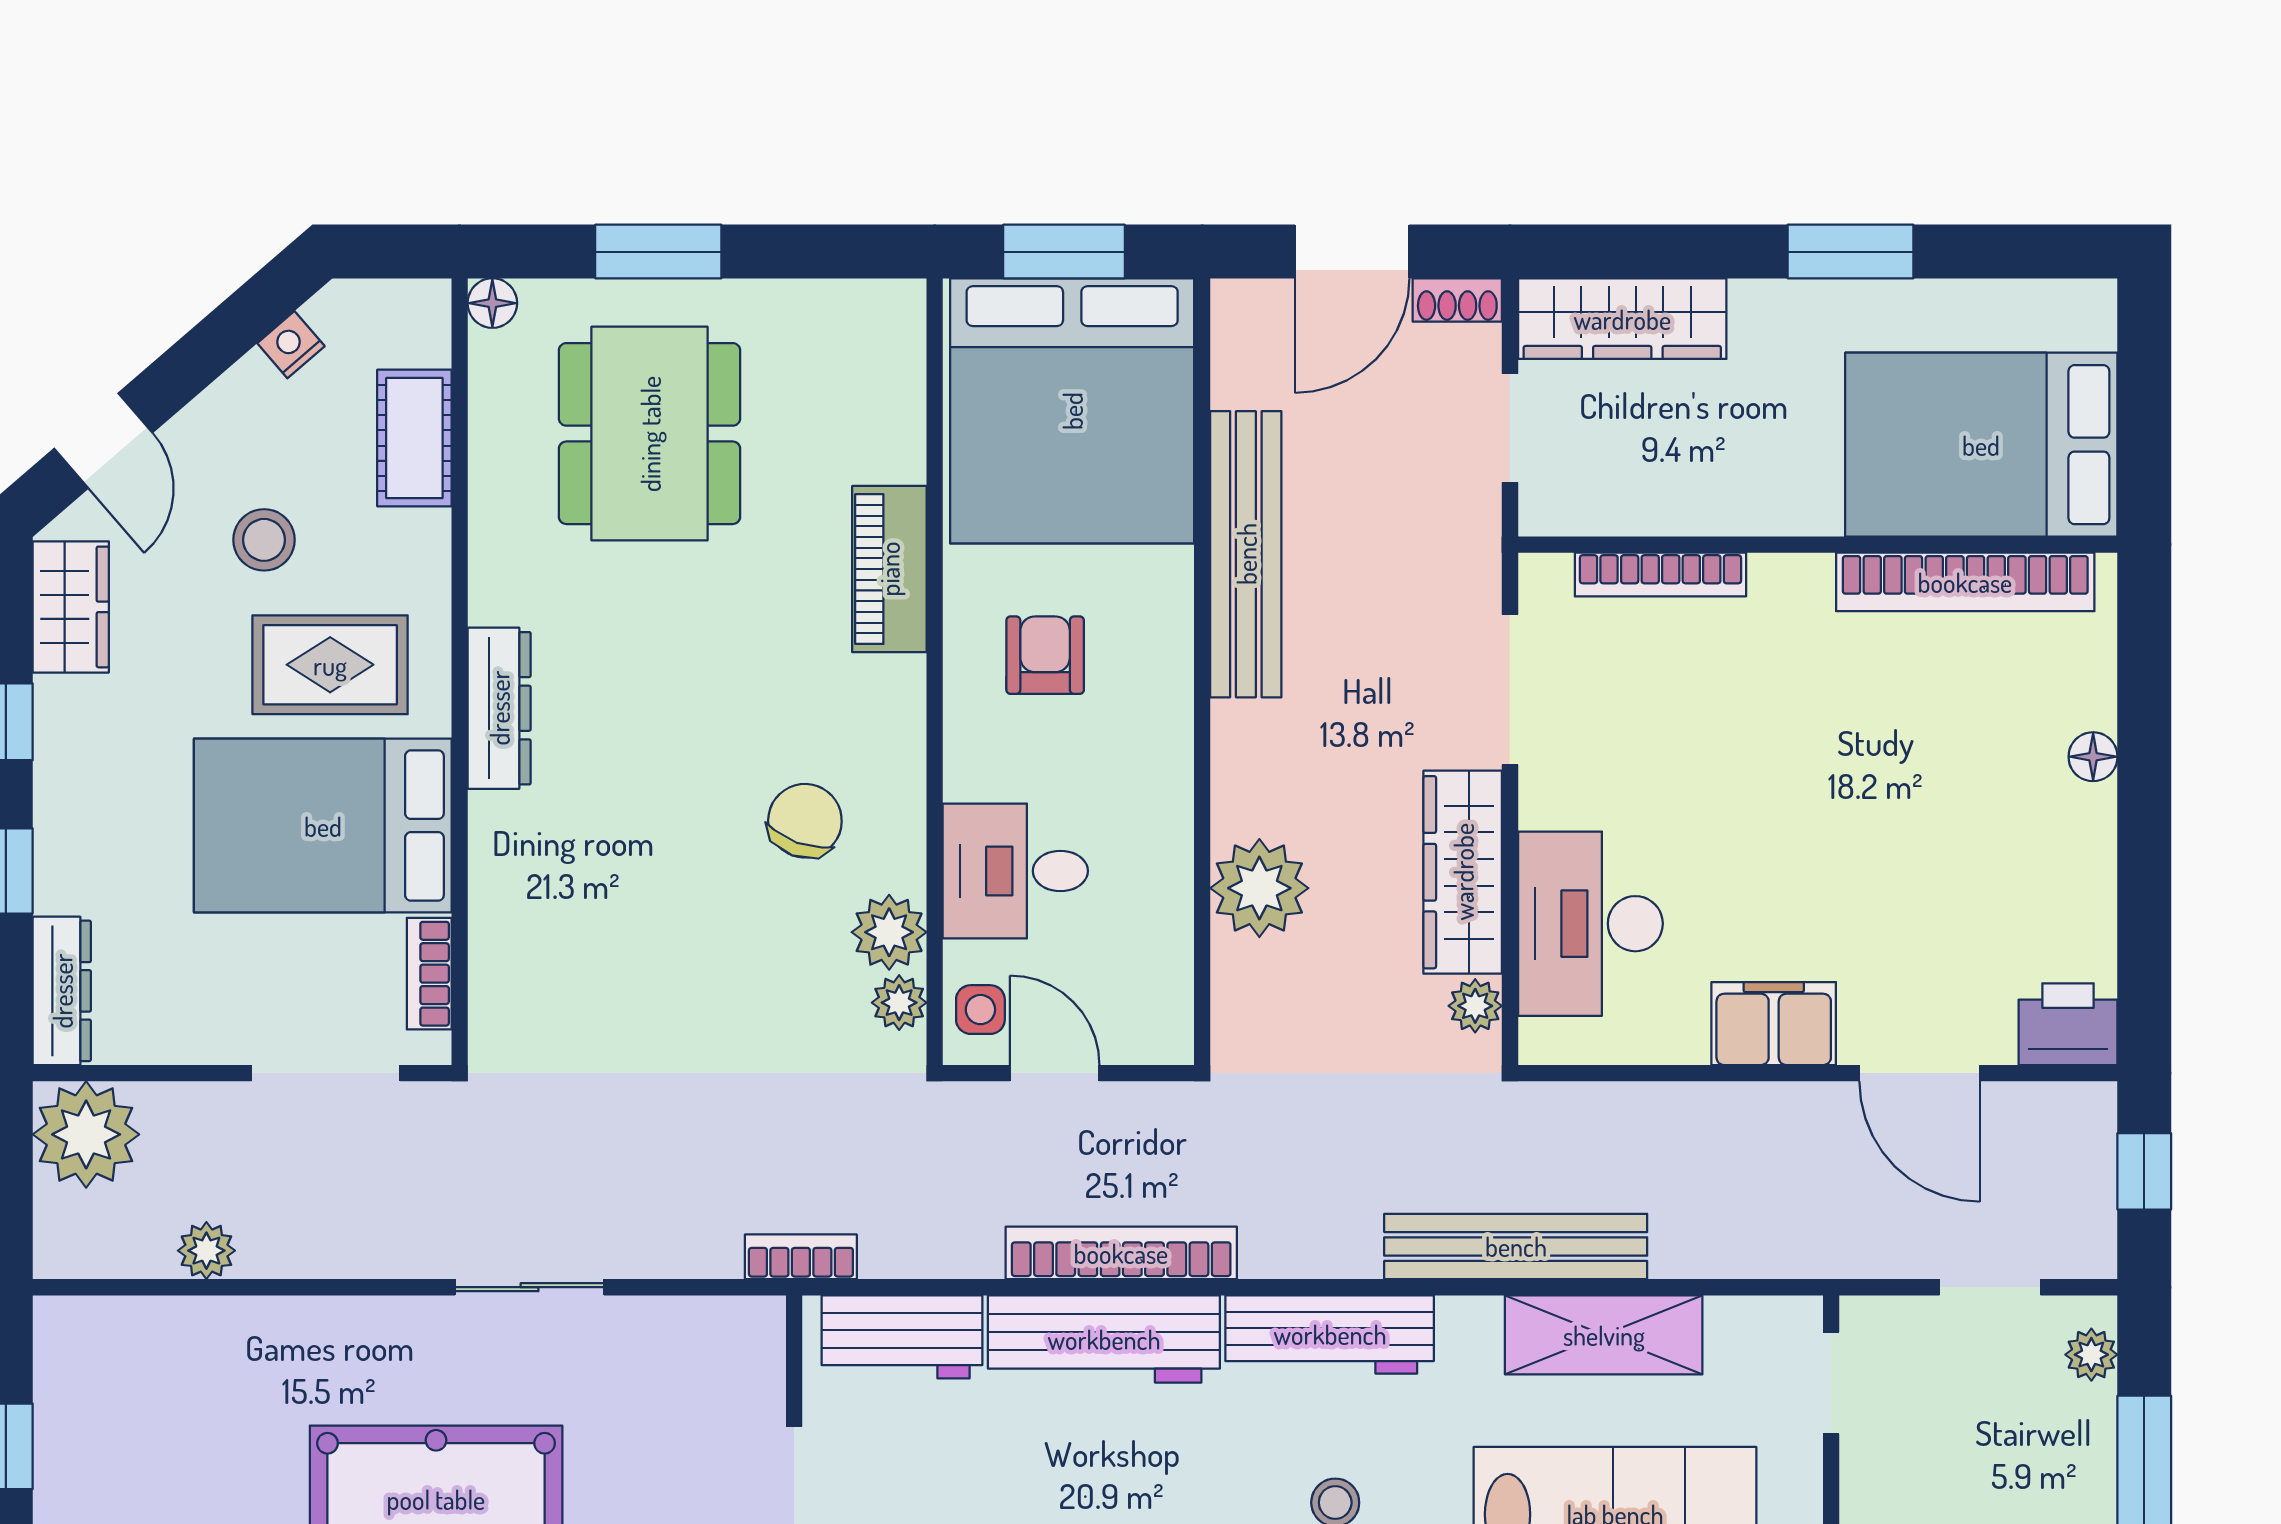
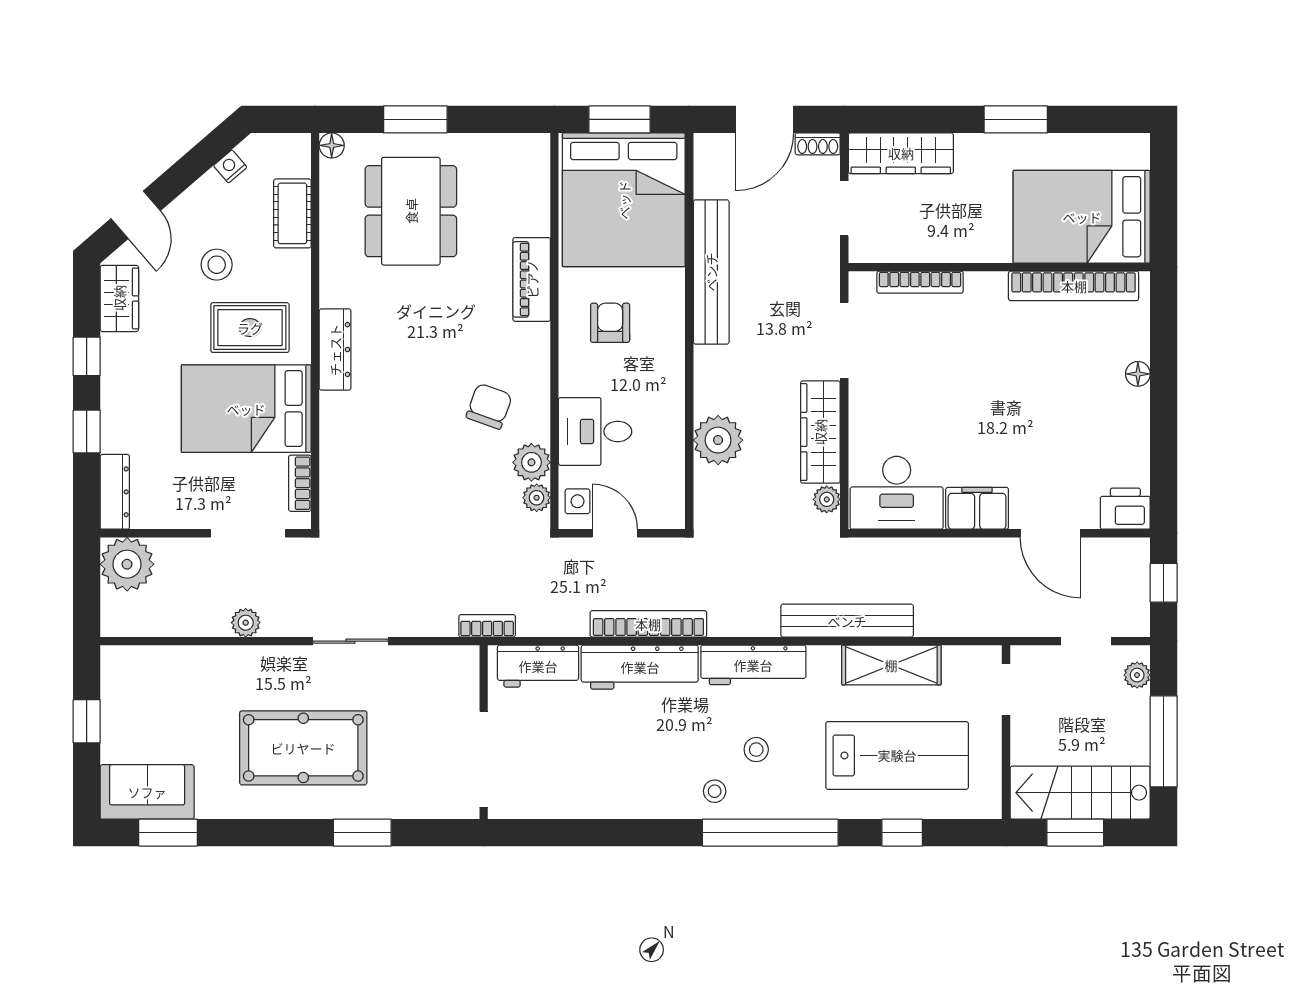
desk: (1590, 924) -> (897, 493), moved, turned -90
plant: (206, 1251) -> (246, 623), moved

